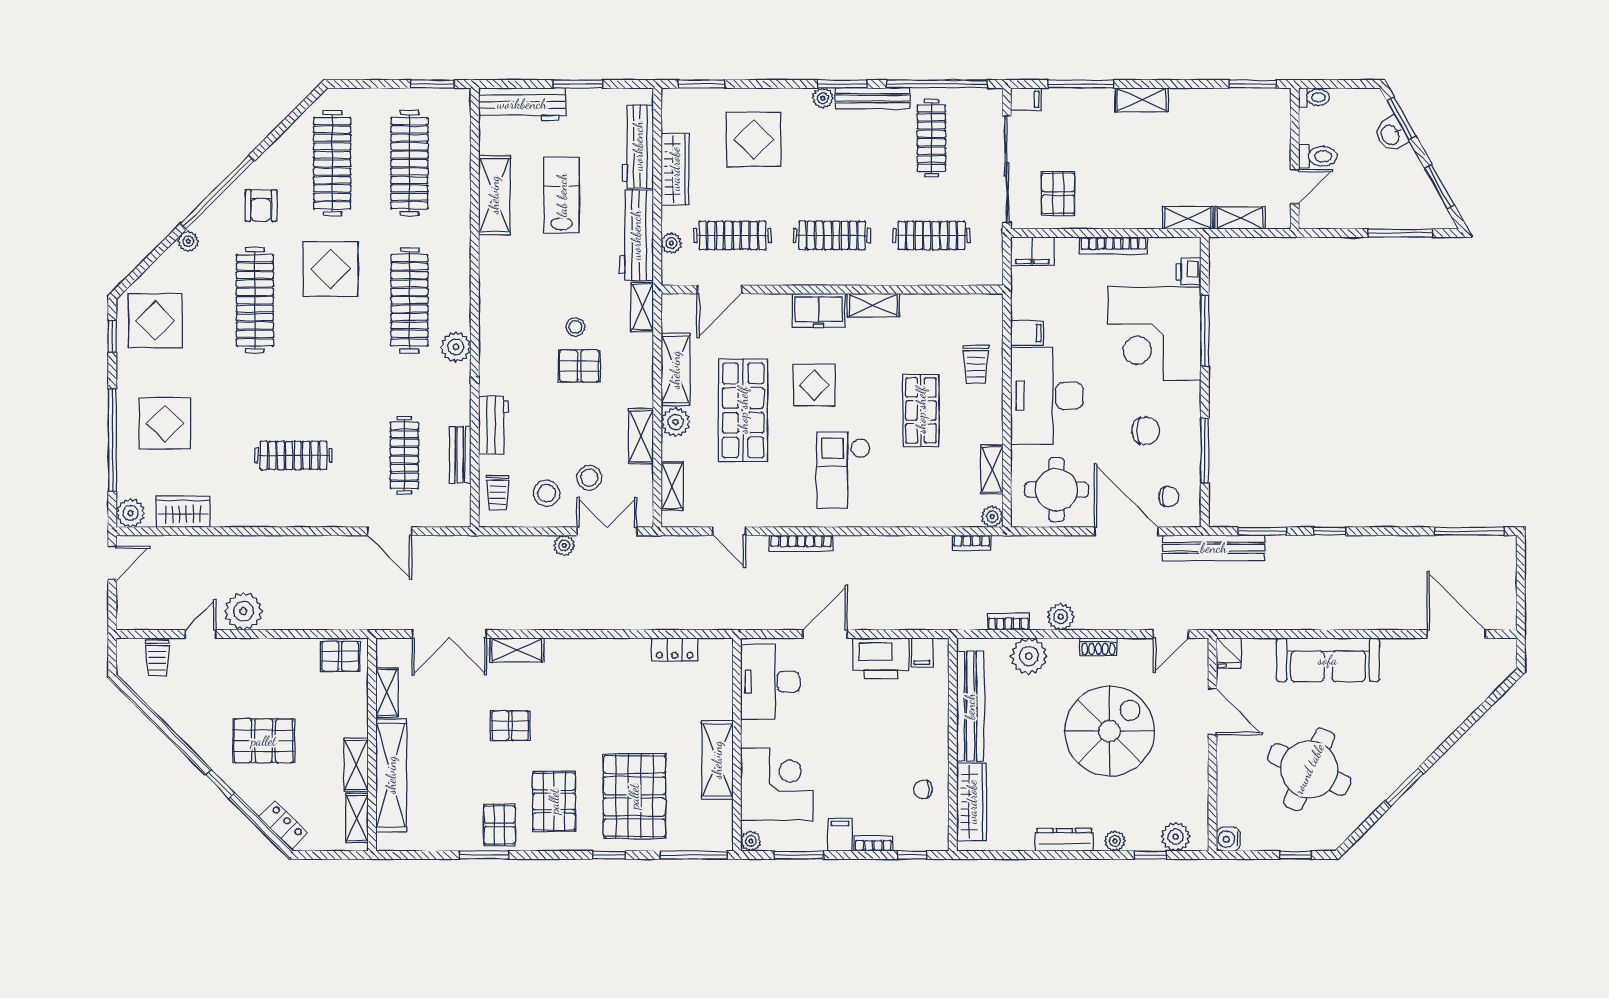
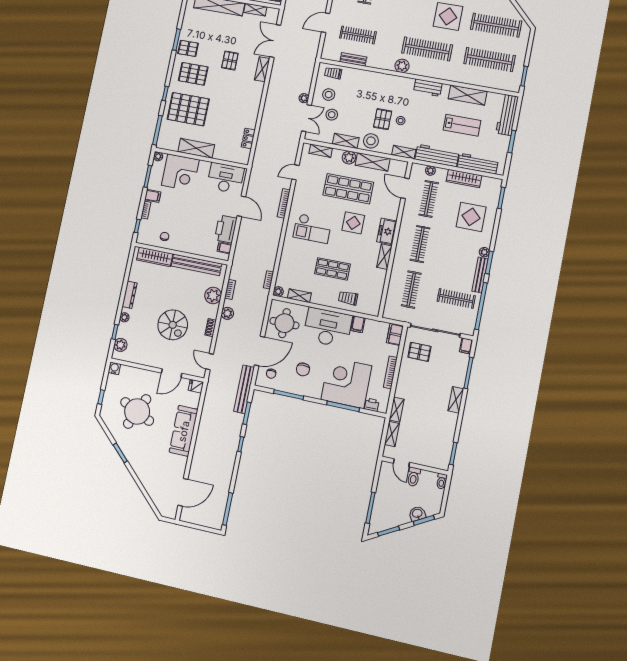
stool: (631, 382) -> (371, 141), added
workbench: (494, 425) -> (428, 88), moved
checkout: (843, 470) -> (312, 228), turned 180
spiral stairs: (1109, 731) -> (173, 325), width x0.73, depth x0.73

